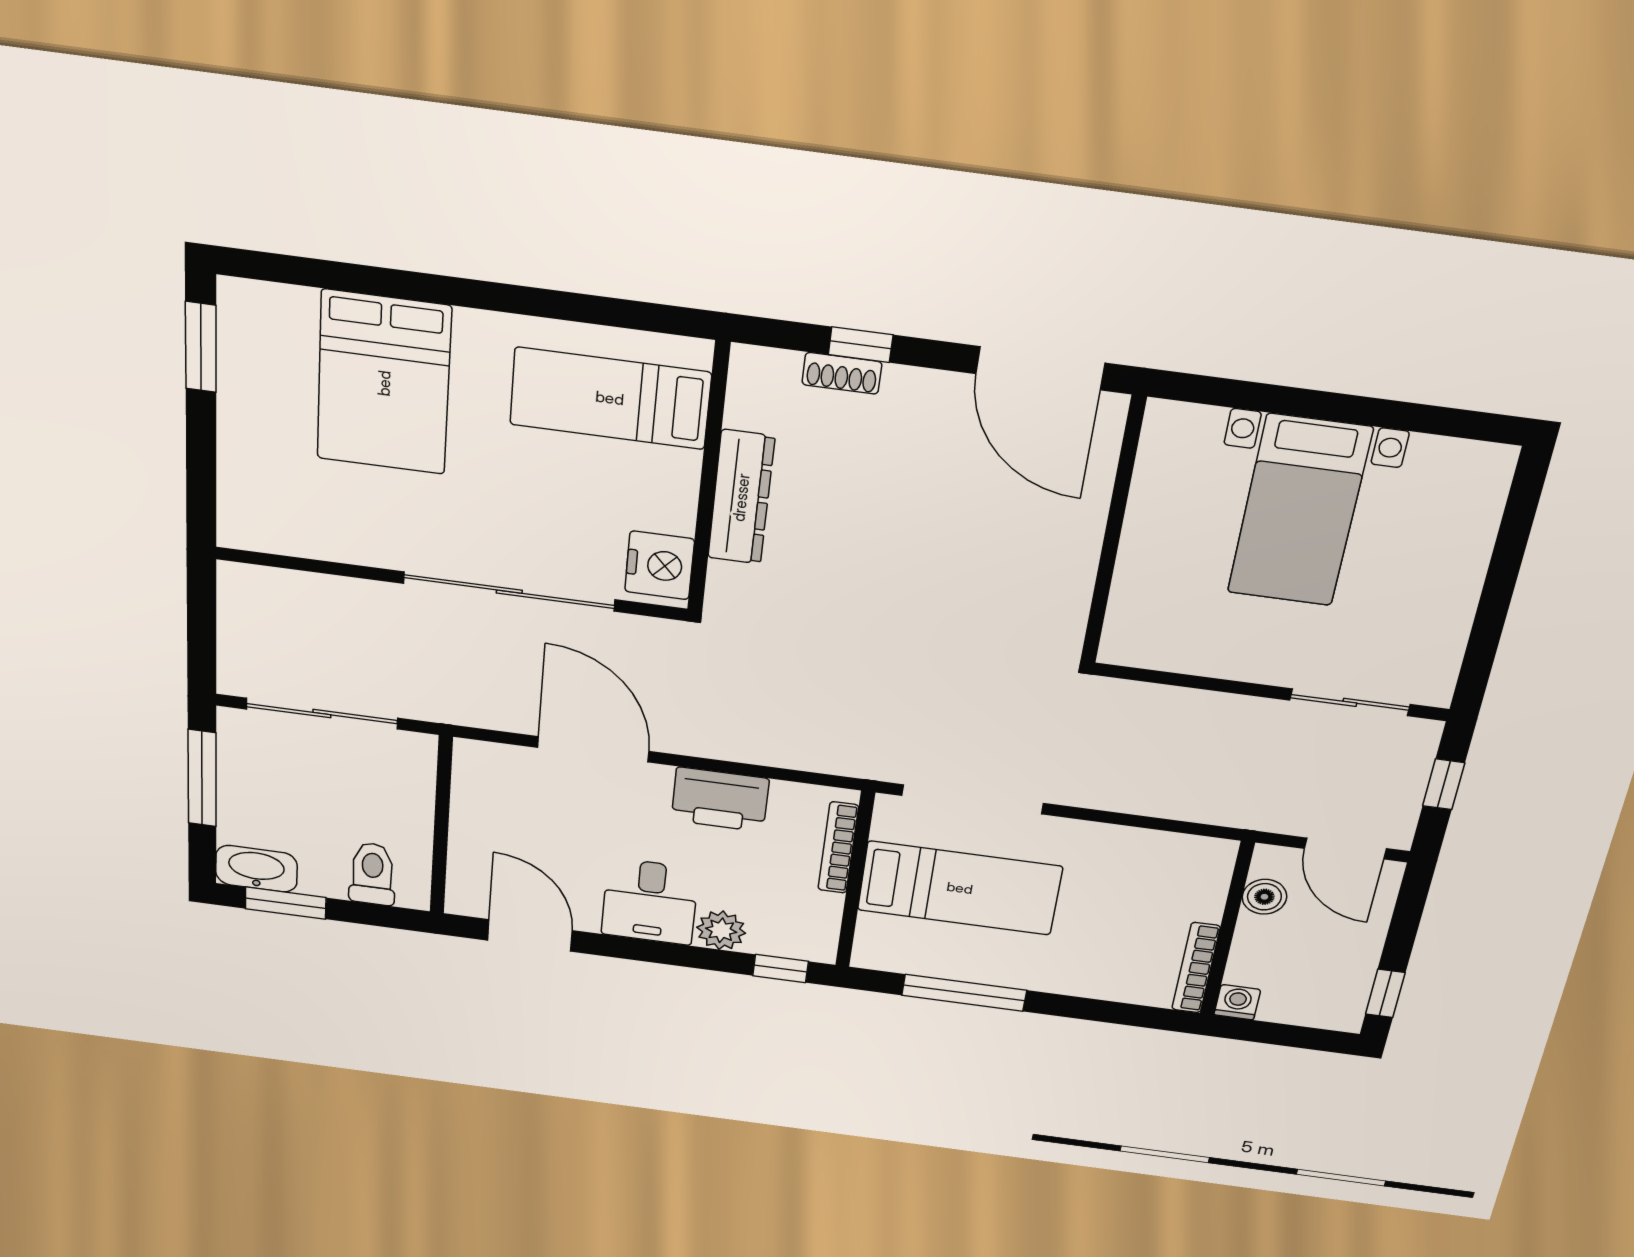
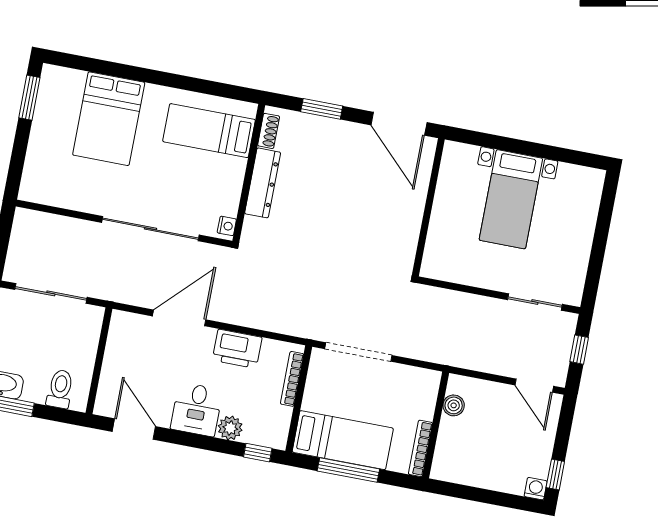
window: (861, 345) -> (322, 109), width x1.50
shoe rack: (842, 373) -> (269, 131), moved, turned -90
nightstand: (660, 565) -> (227, 226), width x0.53, depth x0.56
door: (593, 749) -> (179, 318), hinge flipped
bed: (960, 888) -> (343, 440), moved
boiler: (1264, 897) -> (454, 405), moved
wall: (1227, 929) -> (436, 425), moved
bookcase: (1196, 968) -> (420, 448), moved
washing machine: (1237, 1002) -> (536, 489), moved

